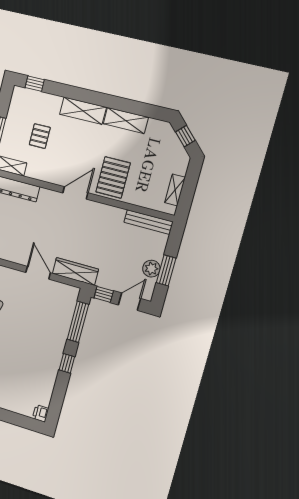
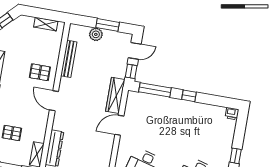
pallet: (113, 177) -> (40, 72), width x0.67, depth x0.71
bench: (148, 222) -> (69, 59), moved
plant: (151, 269) -> (96, 34), moved
door: (129, 302) -> (135, 51), swing flipped

